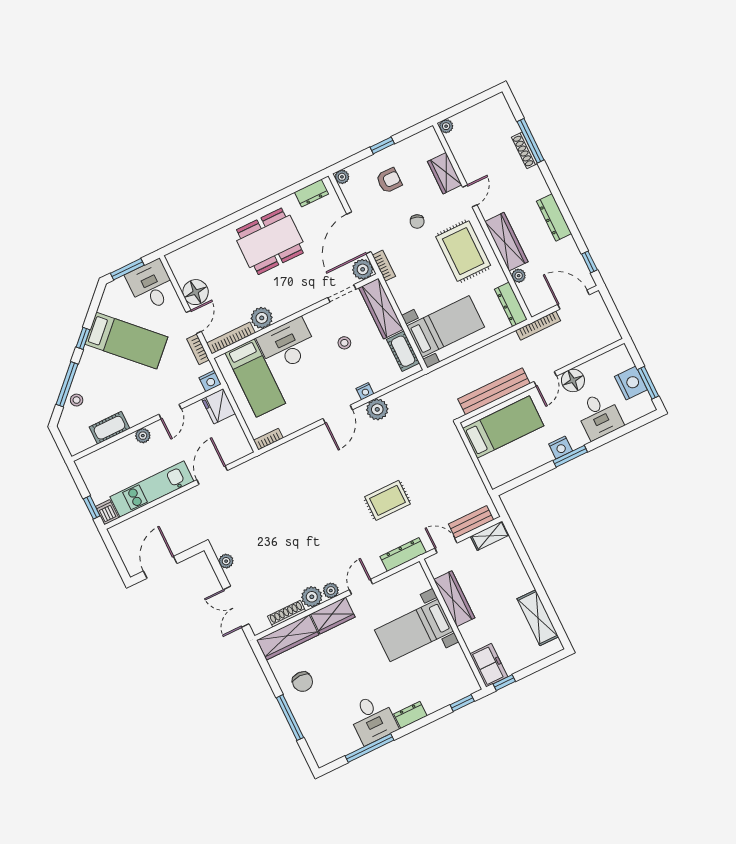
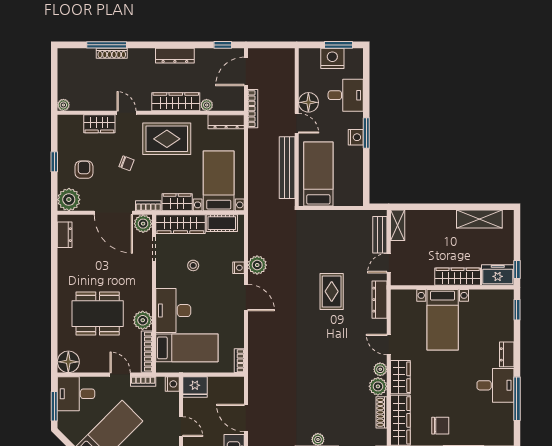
plant: (342, 177) -> (69, 200), width x1.87, depth x1.87
dining table: (270, 241) -> (98, 314), moved, turned 90
floor lamp: (196, 292) -> (68, 362), moved
wardrobe: (402, 294) -> (177, 202), added
wardrobe: (454, 599) -> (458, 277), moved

